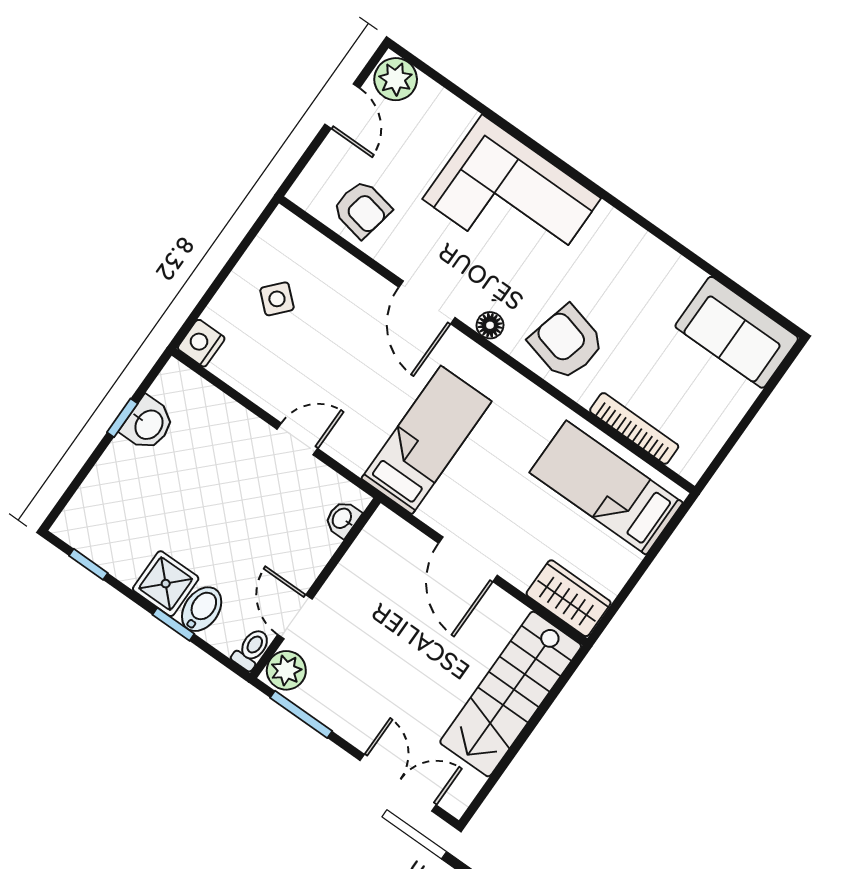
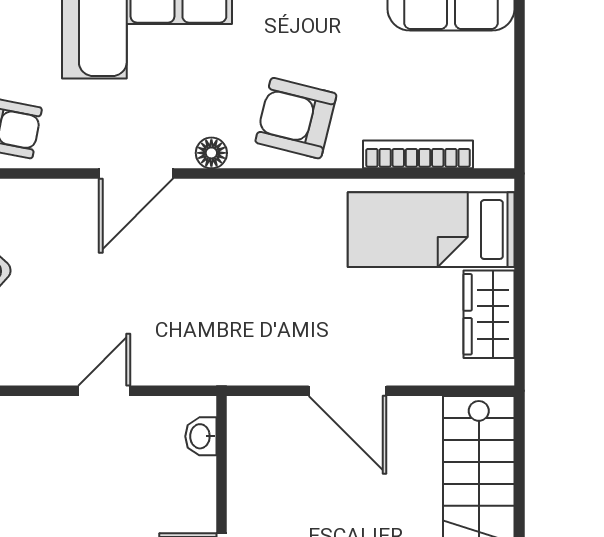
door: (427, 302) -> (136, 174), hinge flipped
bed: (427, 440) -> (228, 305), removed
wardrobe: (569, 598) -> (489, 314), moved, turned -90

